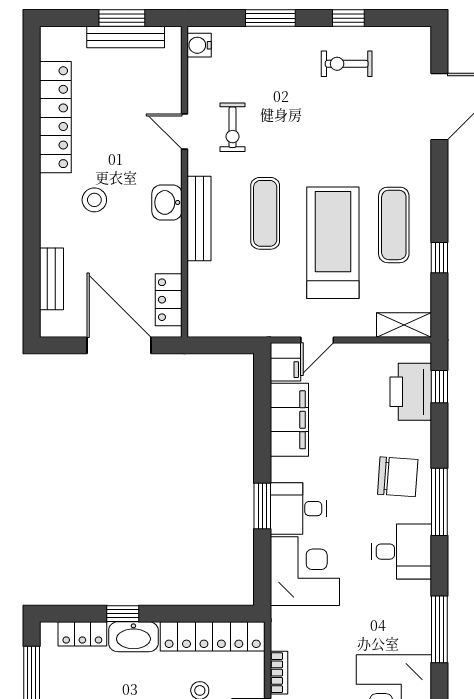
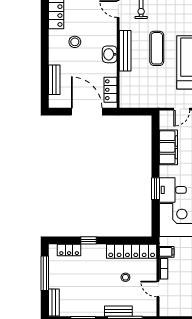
washbasin: (167, 202) -> (110, 54), moved
filing cabinet: (286, 370) -> (167, 252), moved
washbasin: (133, 637) -> (94, 251), removed

